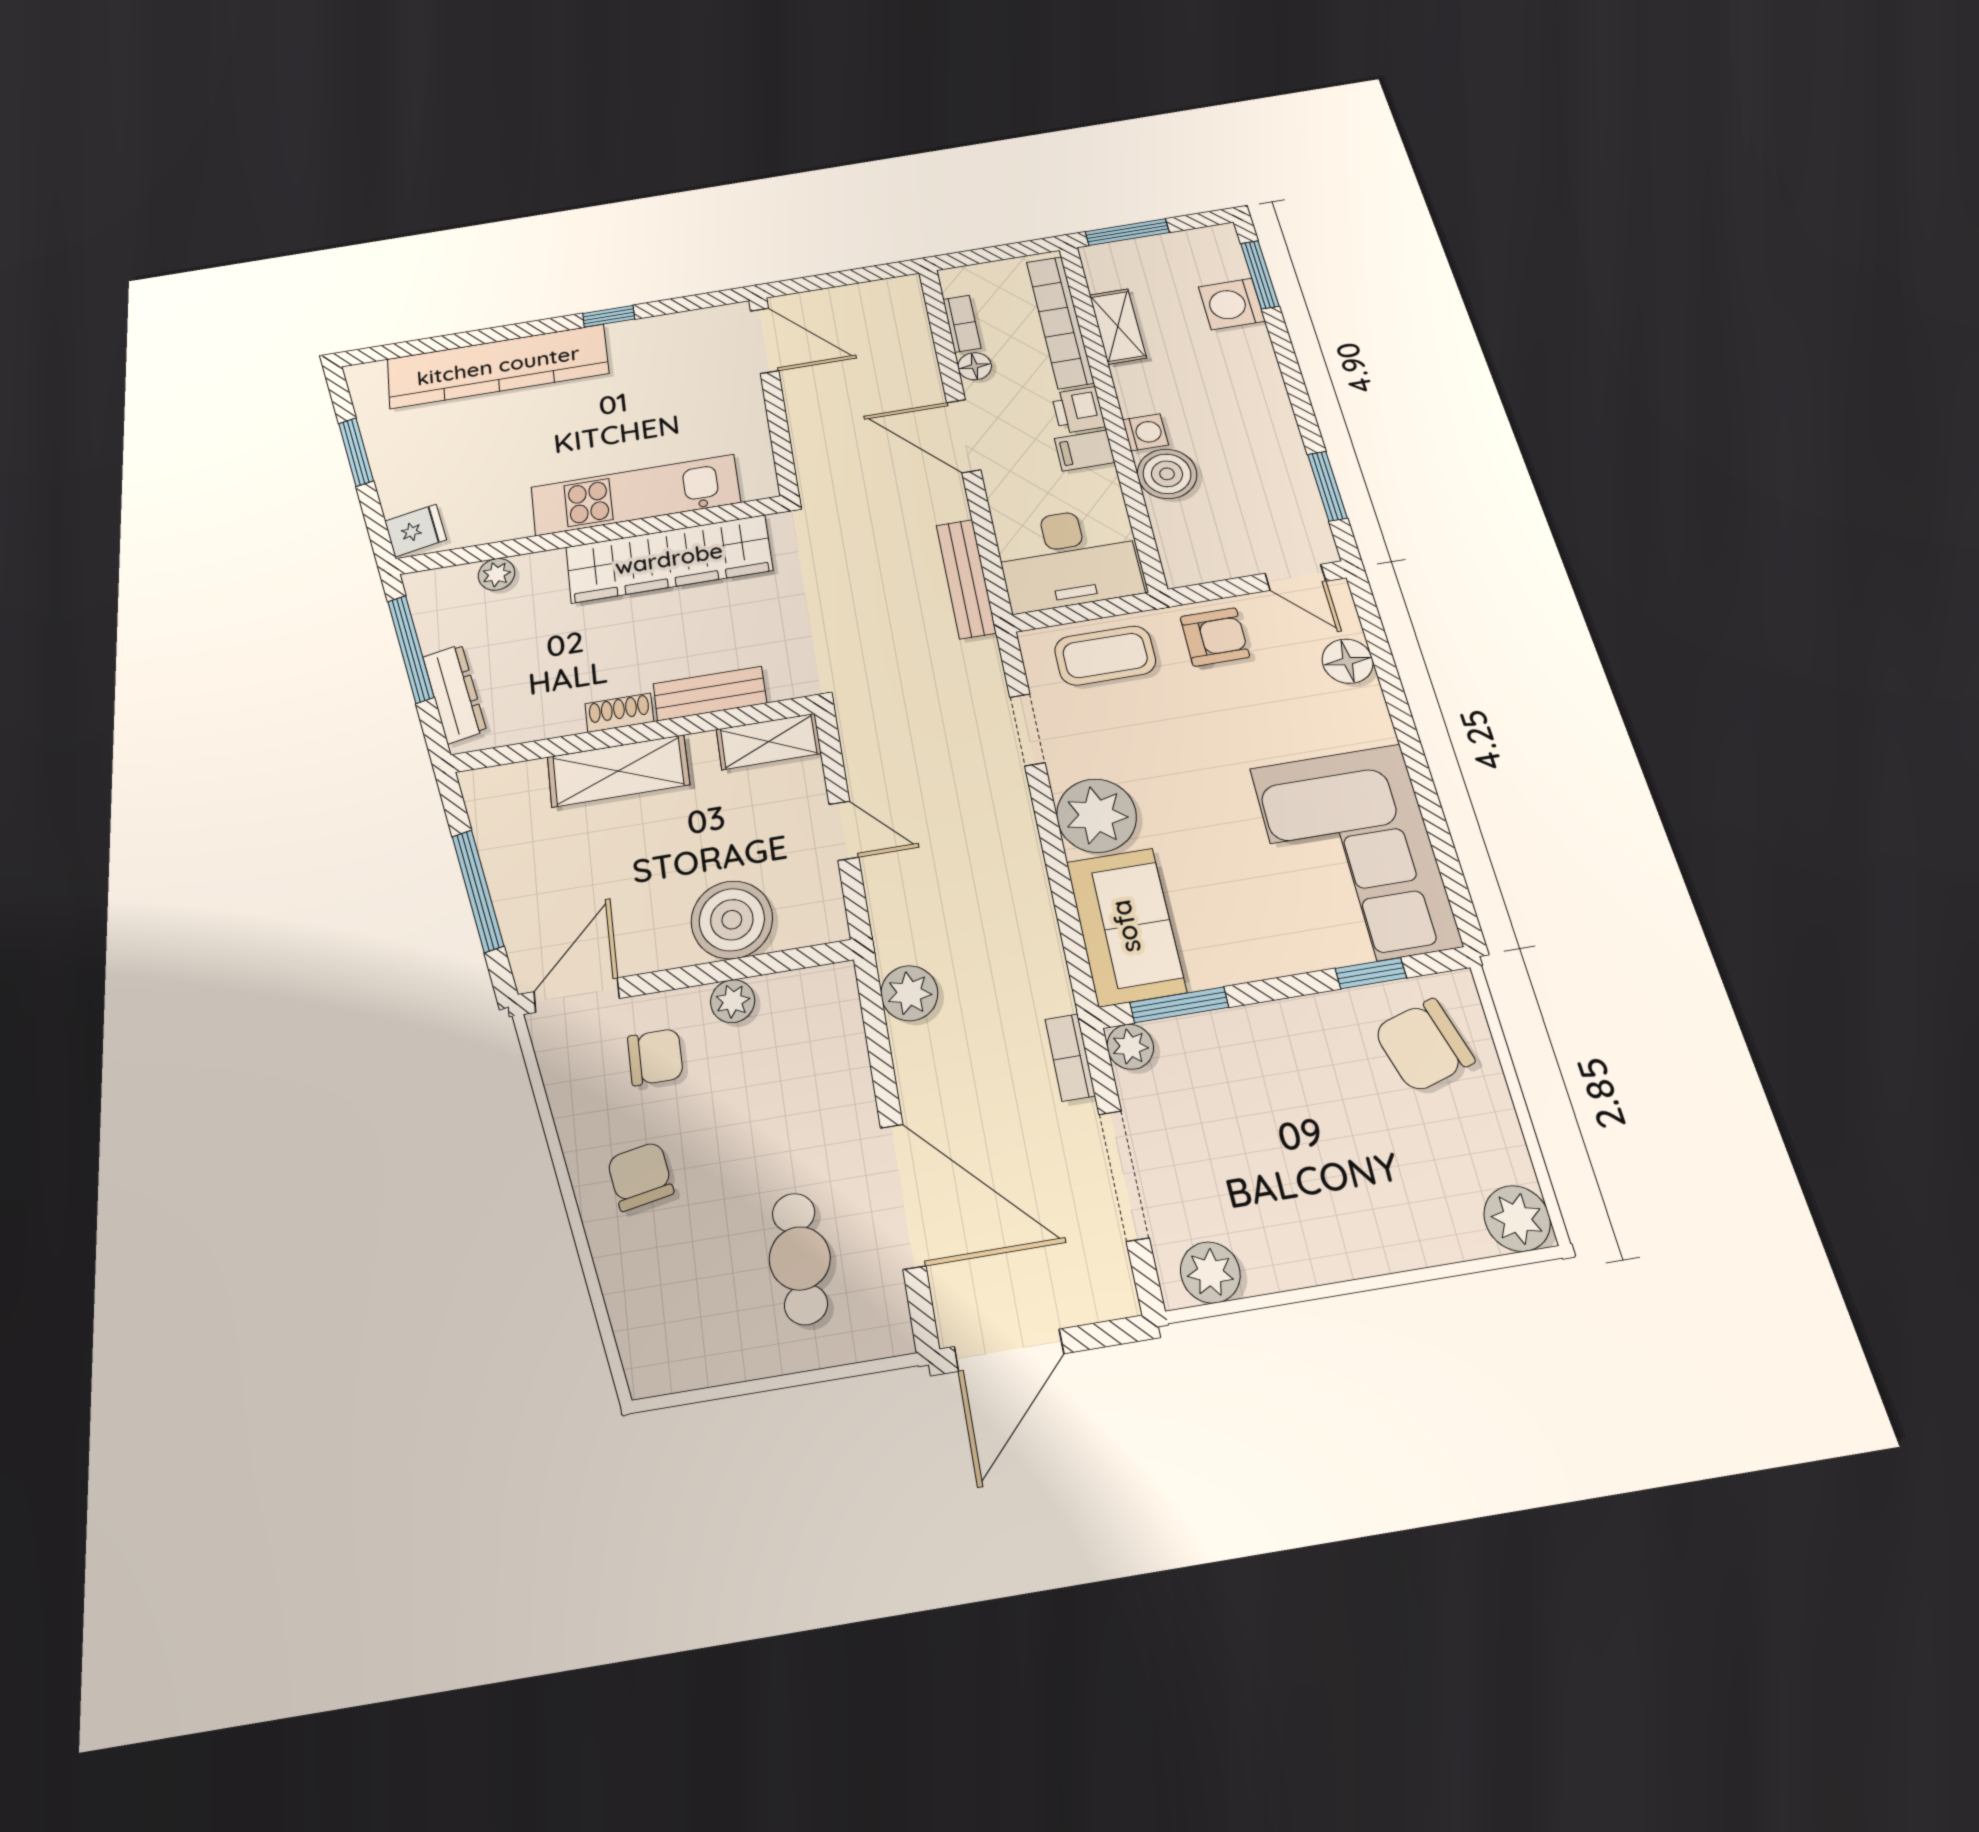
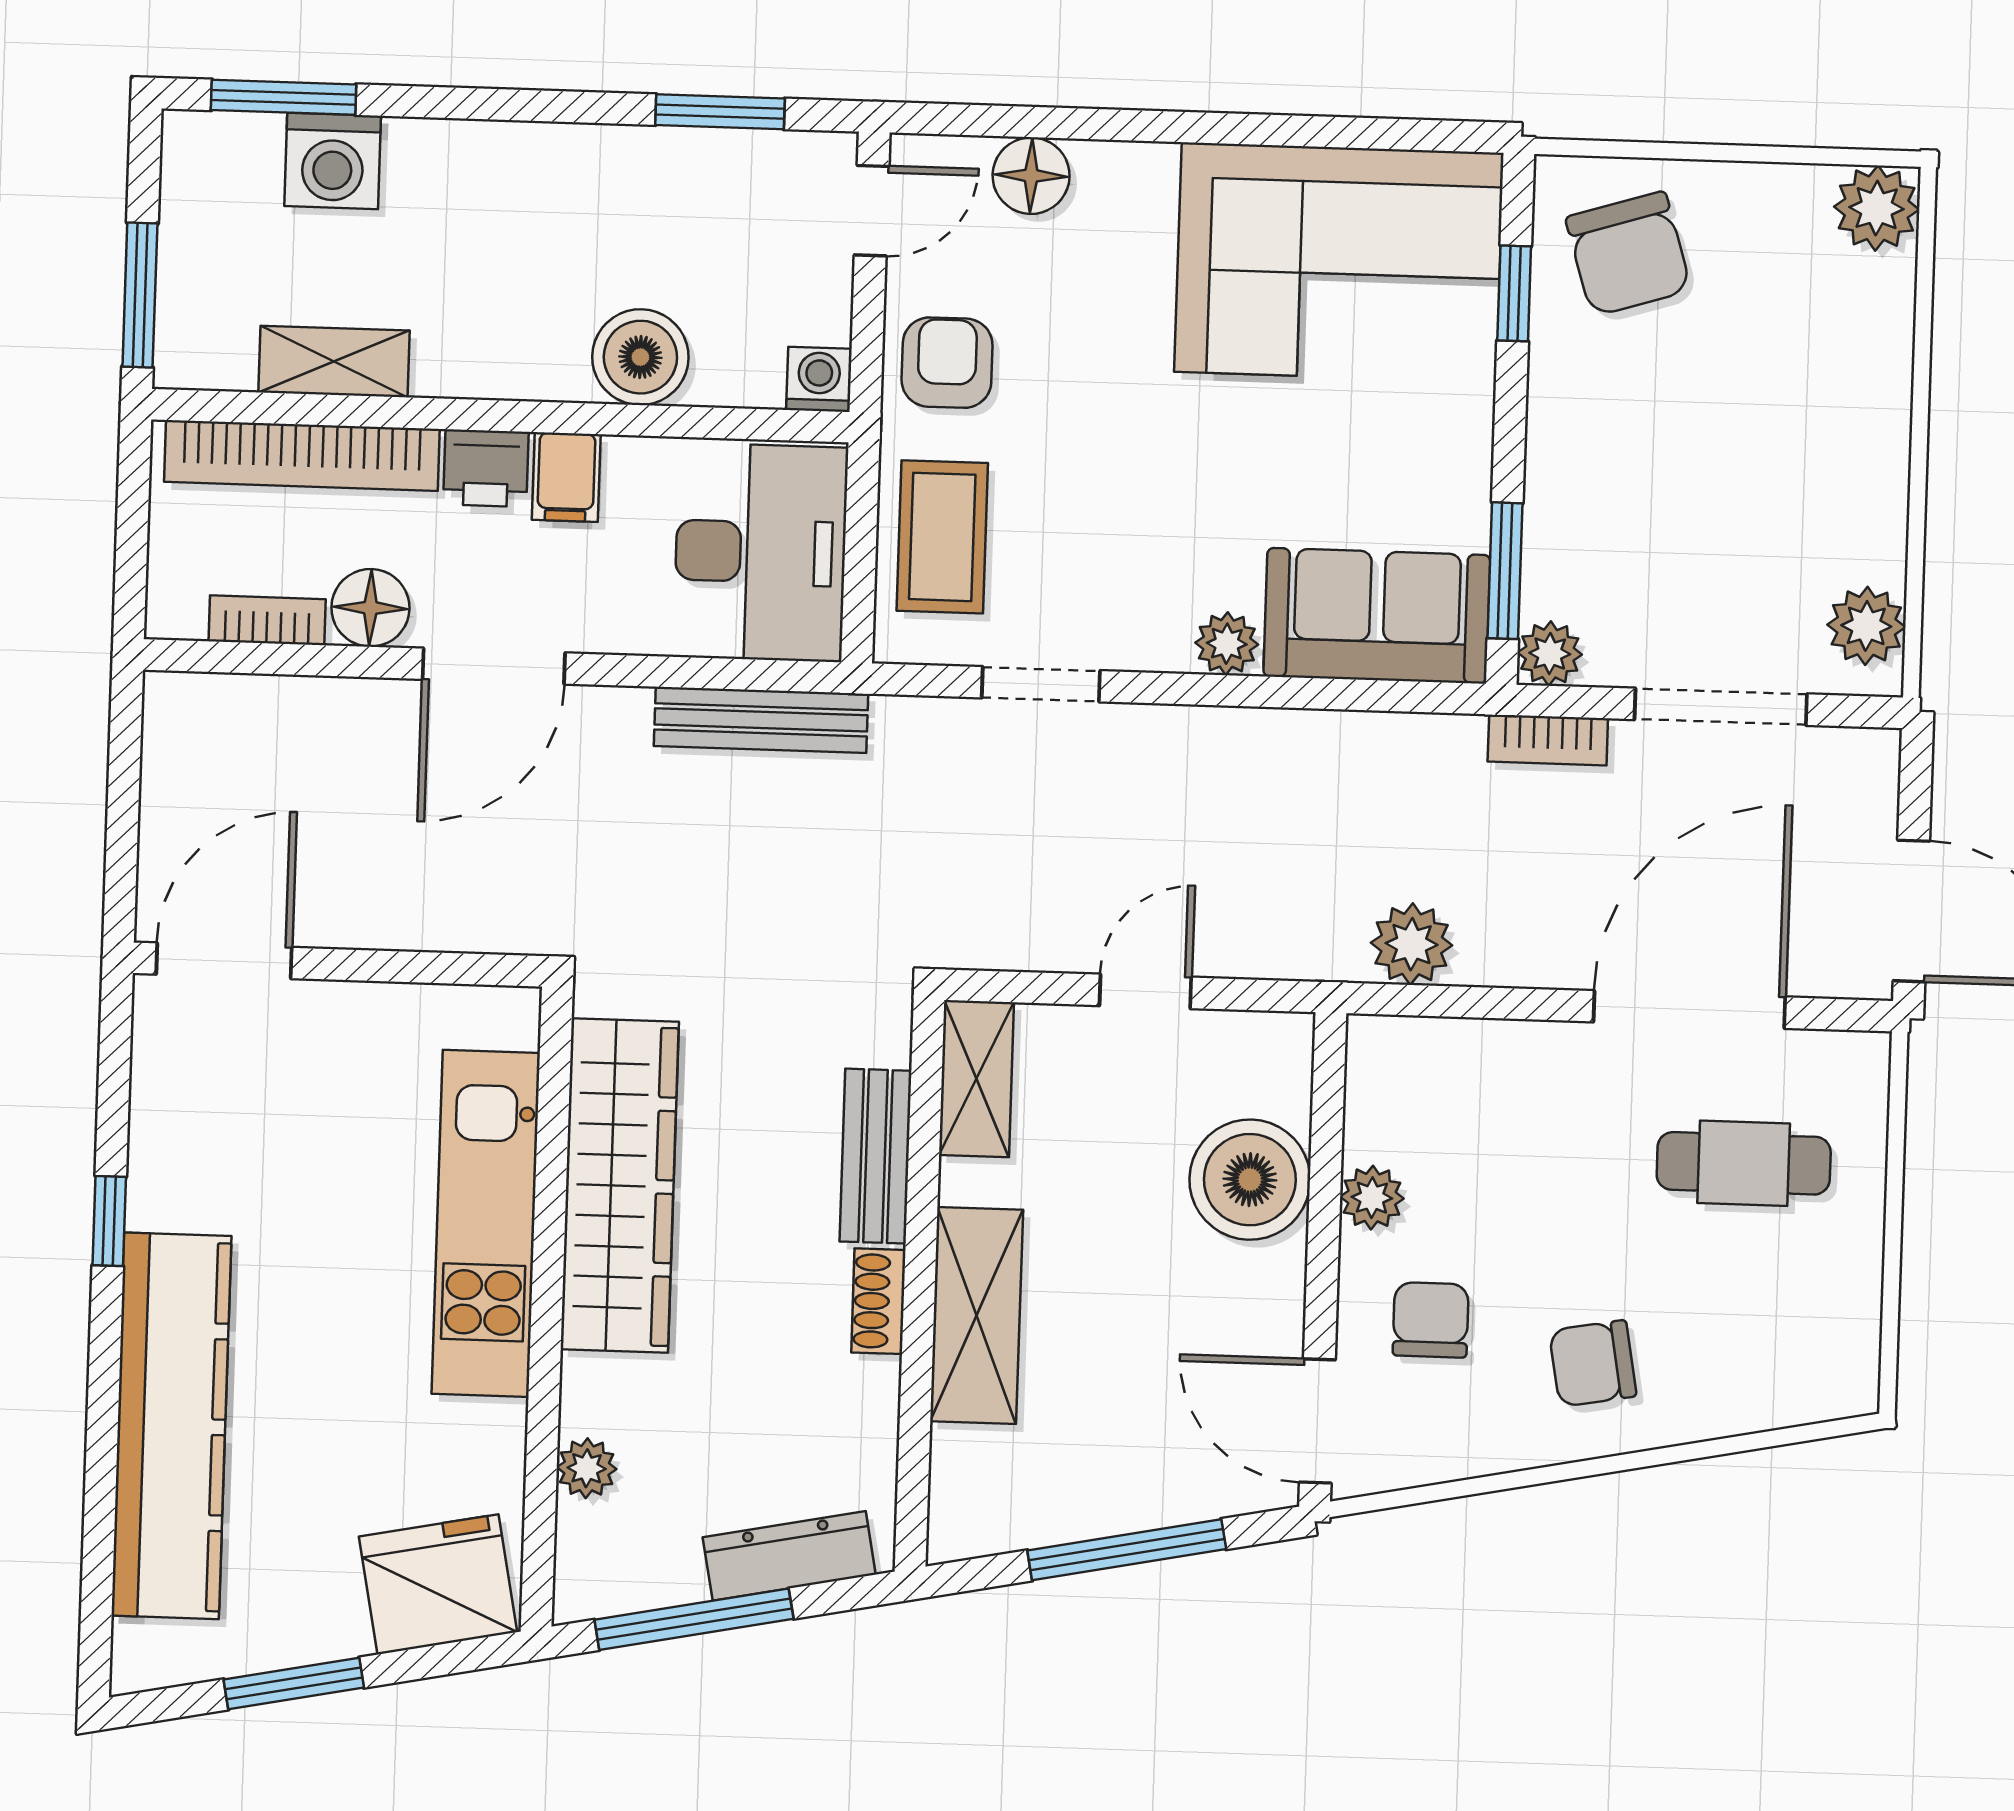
floor lamp: (975, 366) -> (370, 608), width x1.37, depth x1.37
washing machine: (1145, 432) -> (819, 379), moved
fridge: (416, 530) -> (438, 1584), width x1.88, depth x1.34
plant: (1096, 816) -> (1227, 644), width x0.53, depth x0.53

